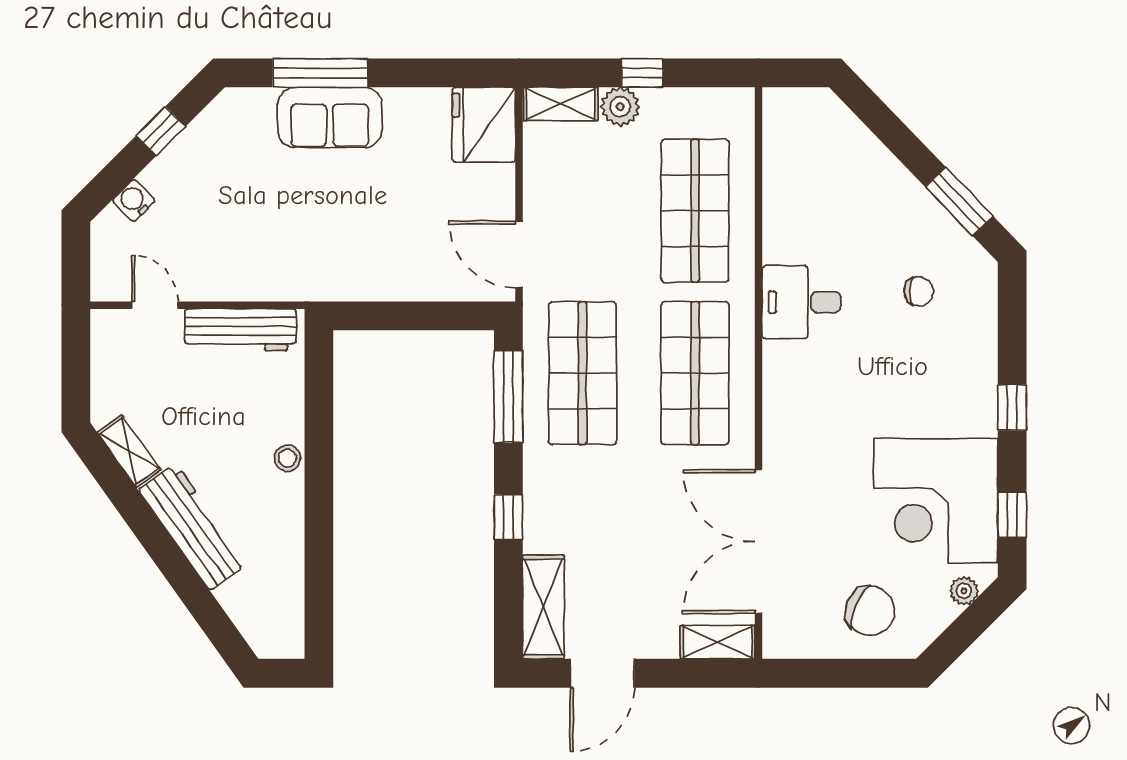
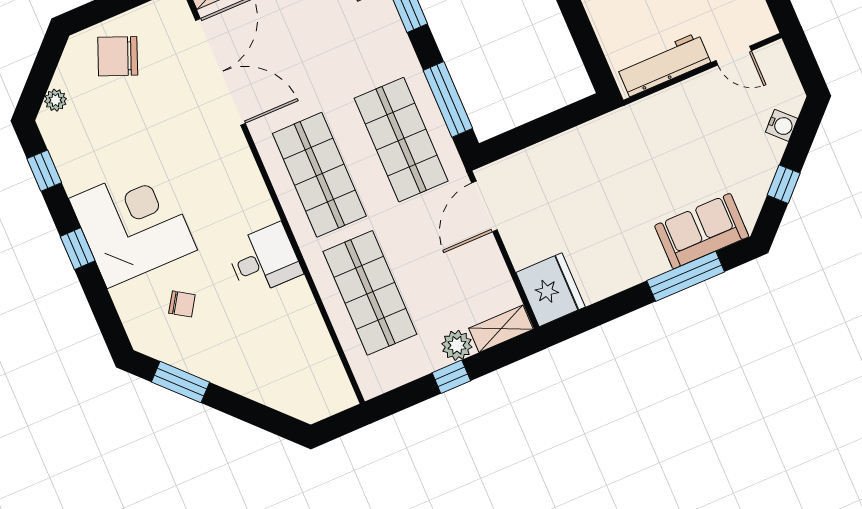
sofa: (330, 117) -> (702, 231), moved
door: (519, 254) -> (484, 206), swing flipped
chair: (919, 291) -> (182, 304), turned -147
corner desk: (936, 501) -> (133, 224), moved

